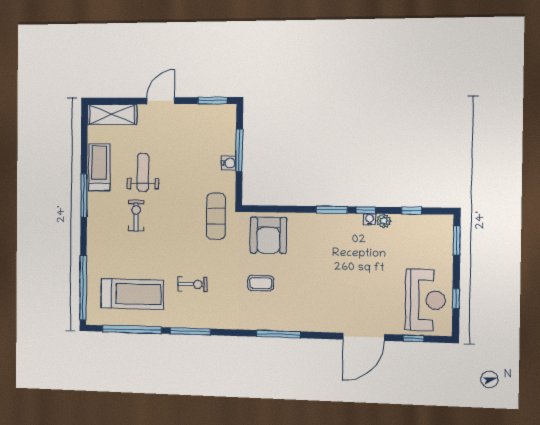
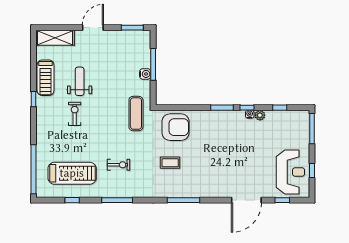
treadmill: (99, 167) -> (46, 78), turned 180
window: (84, 195) -> (33, 99), width x0.46
armchair: (268, 235) -> (176, 127), turned -90
window: (457, 240) -> (312, 129), width x1.44
window: (132, 329) -> (72, 200), width x0.32

